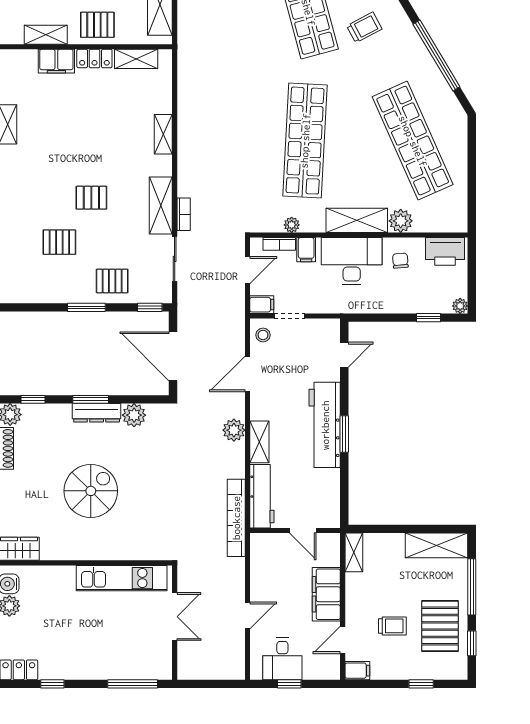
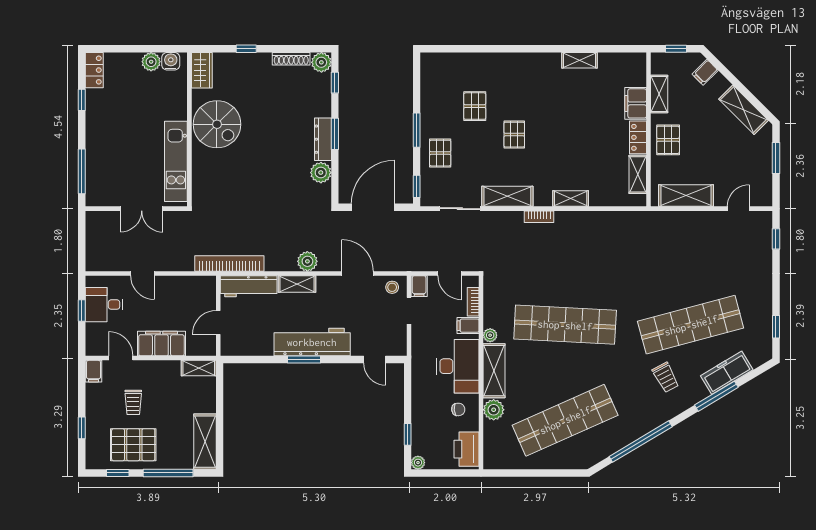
bookcase: (184, 214) -> (539, 217), moved
plant: (292, 225) -> (490, 335), moved
spiral stairs: (91, 491) -> (217, 124), moved

